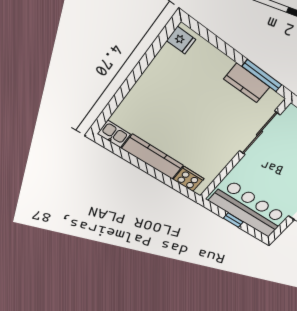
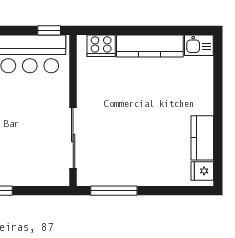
kitchen counter: (247, 83) -> (202, 138), moved, turned -90
window: (233, 220) -> (49, 30), moved

